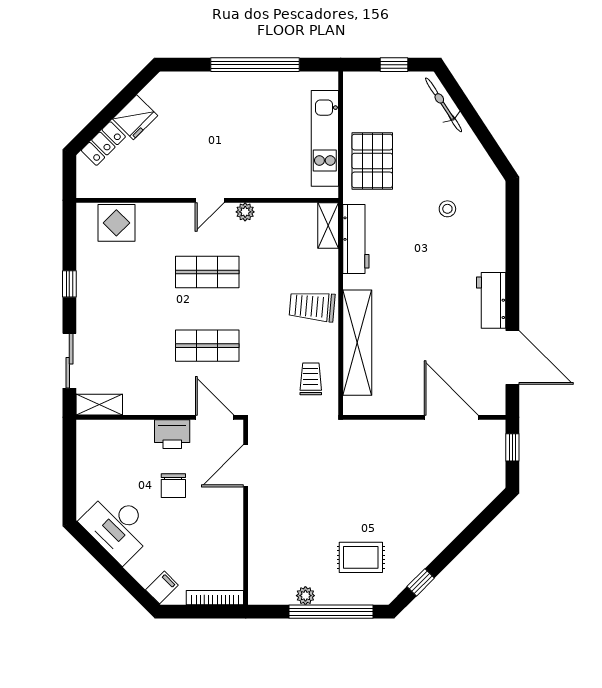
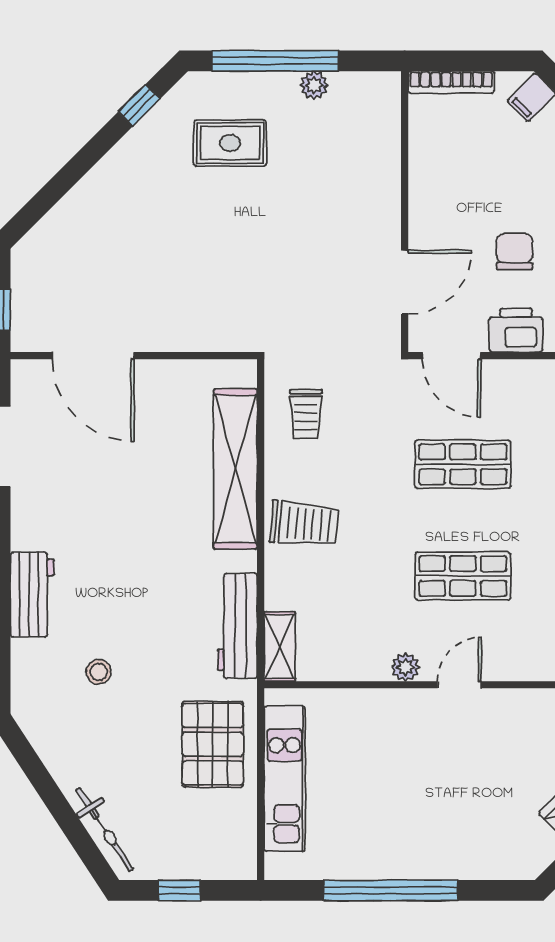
workbench: (491, 300) -> (32, 595), moved

